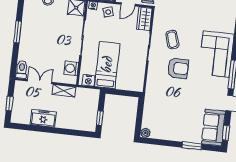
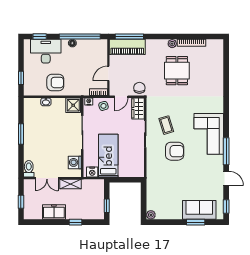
double door: (40, 82) -> (47, 178), swing flipped
sofa: (213, 128) -> (199, 210), moved, turned 90
window: (65, 132) -> (76, 222), added

